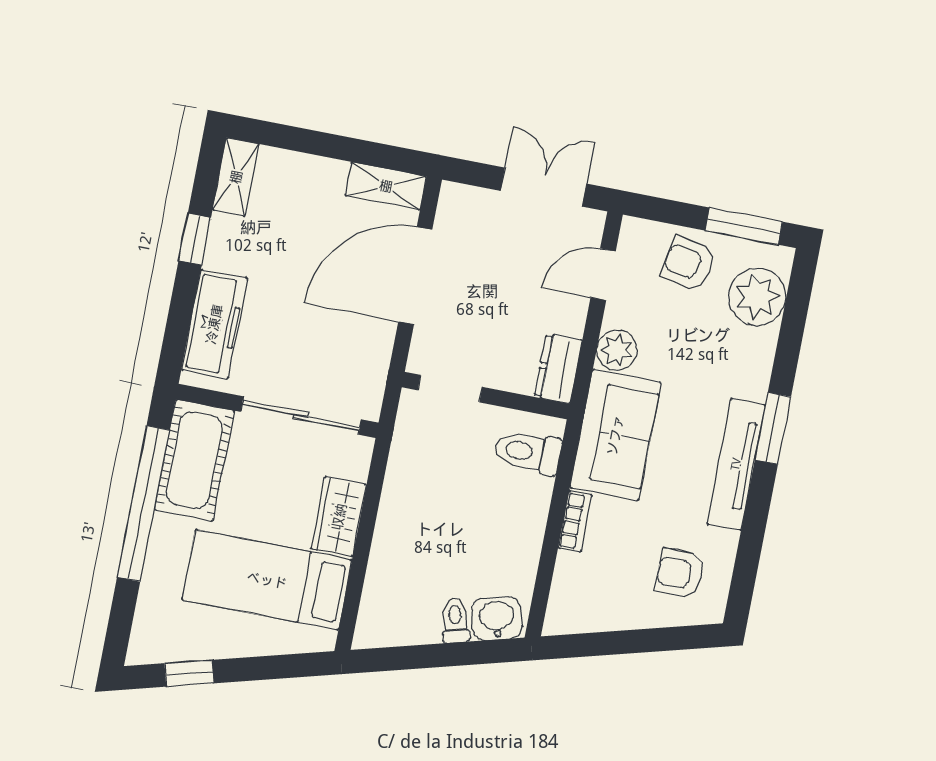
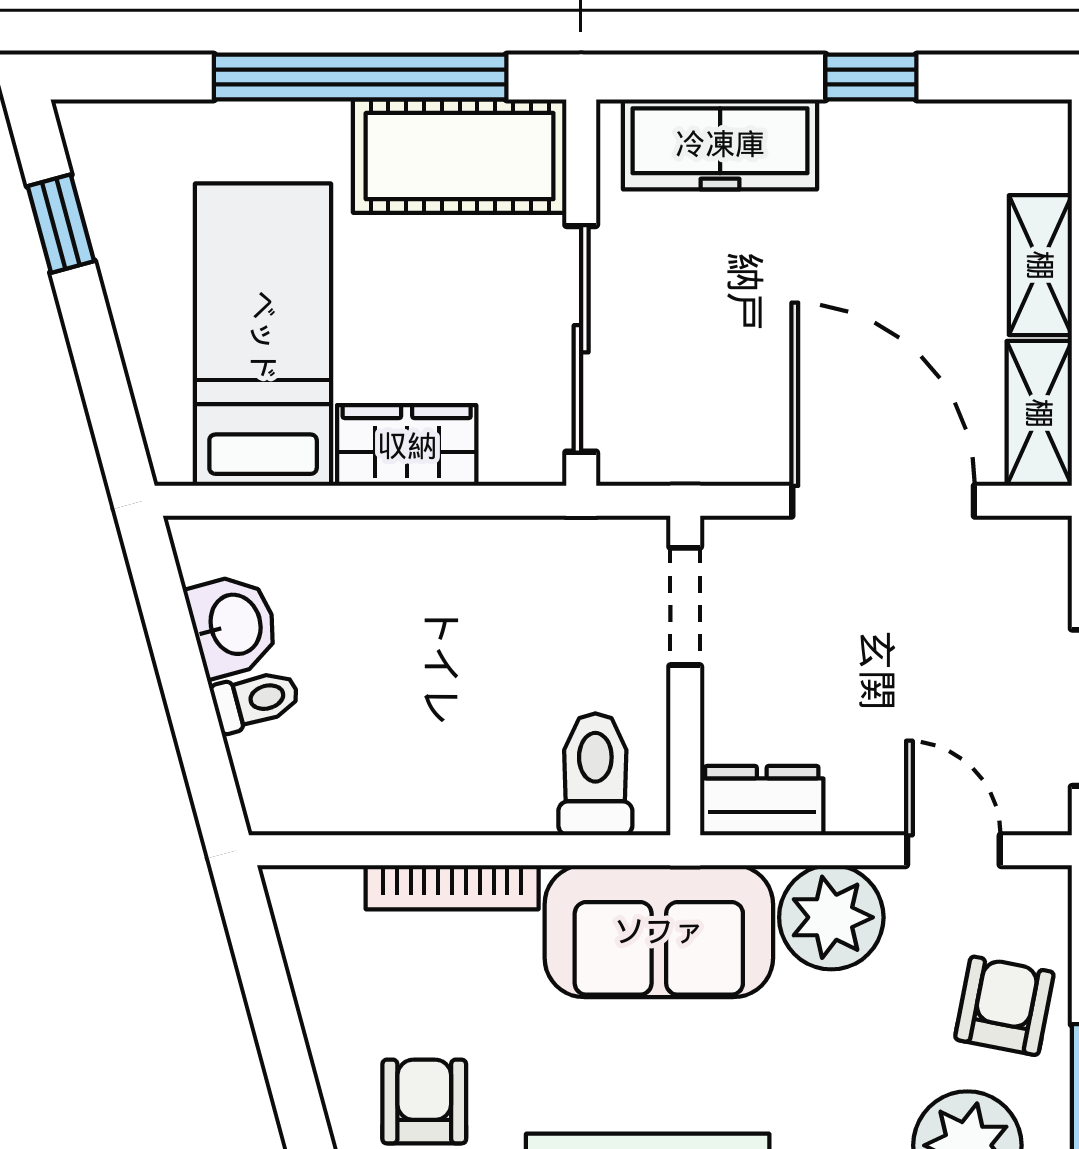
shelving: (236, 177) -> (1040, 265), moved, turned 90
plant: (617, 350) -> (831, 917), width x1.36, depth x1.36
bookcase: (575, 521) -> (452, 887), width x1.56
washbasin: (497, 619) -> (233, 625), moved

